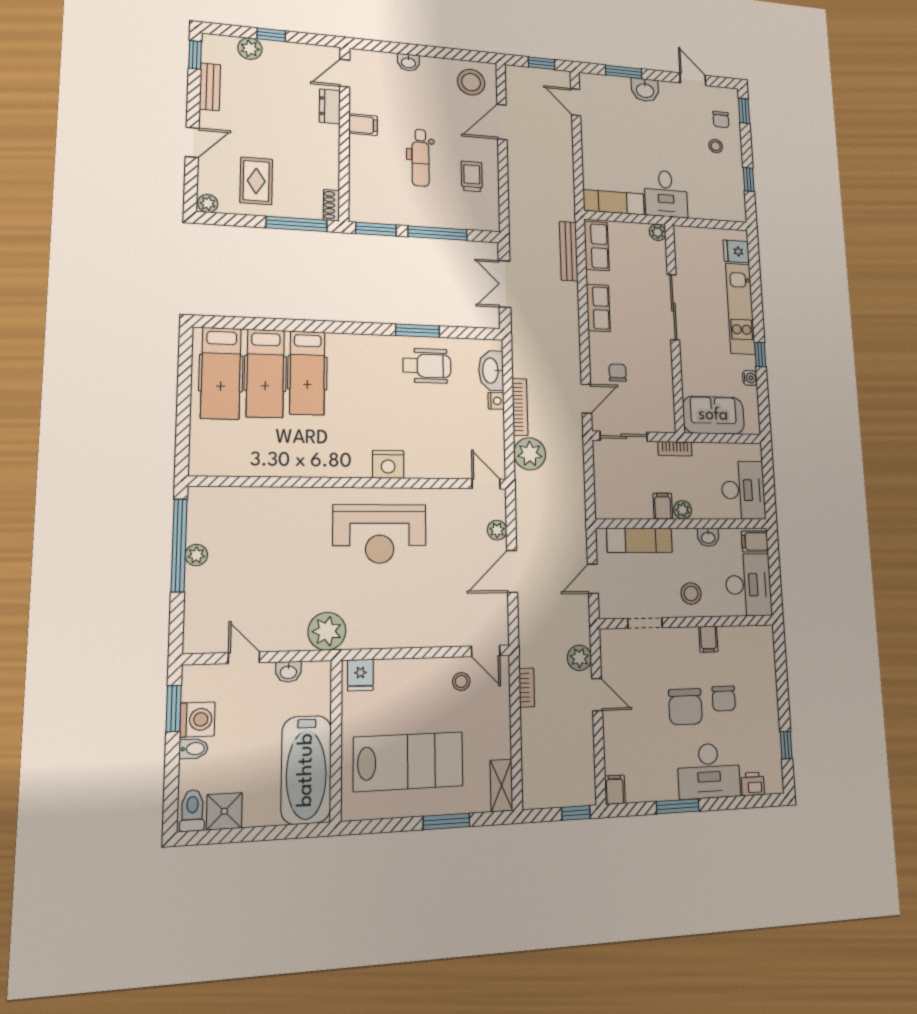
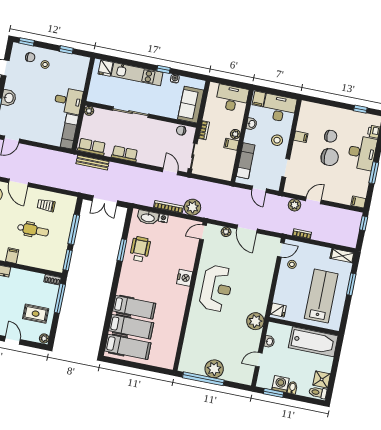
chair: (618, 373) -> (181, 131), moved
plant: (196, 555) -> (214, 369), width x1.87, depth x1.87

